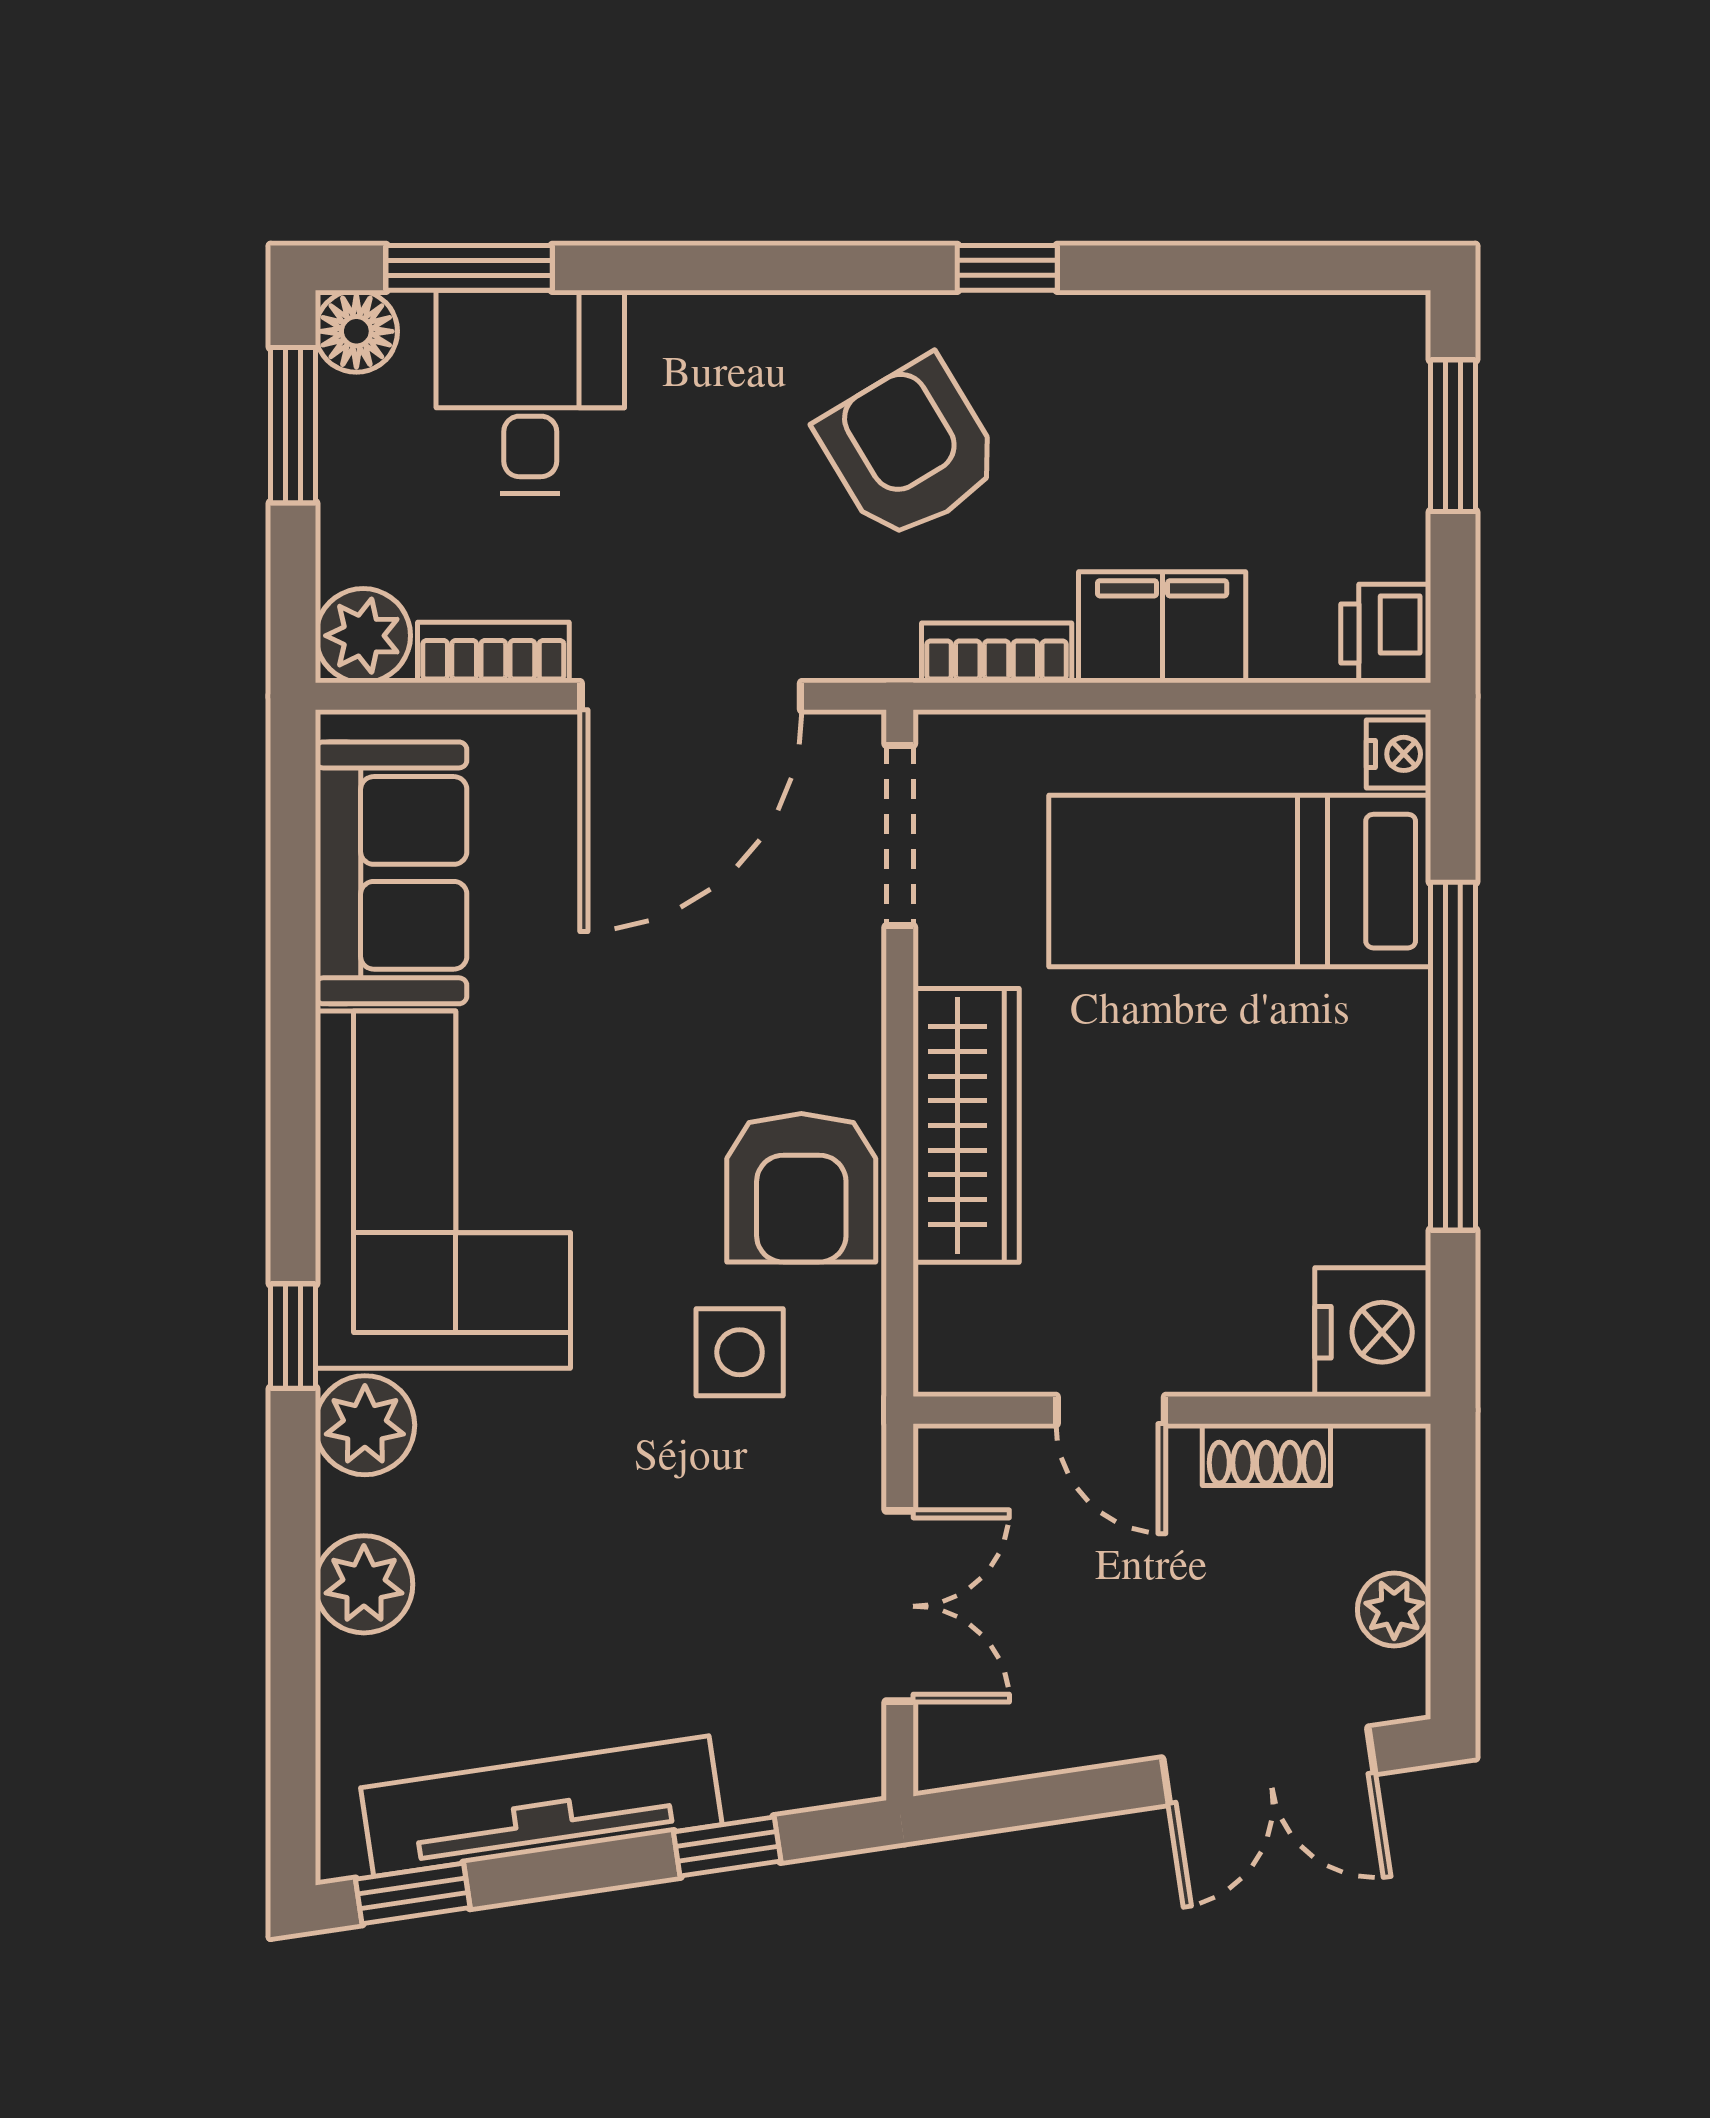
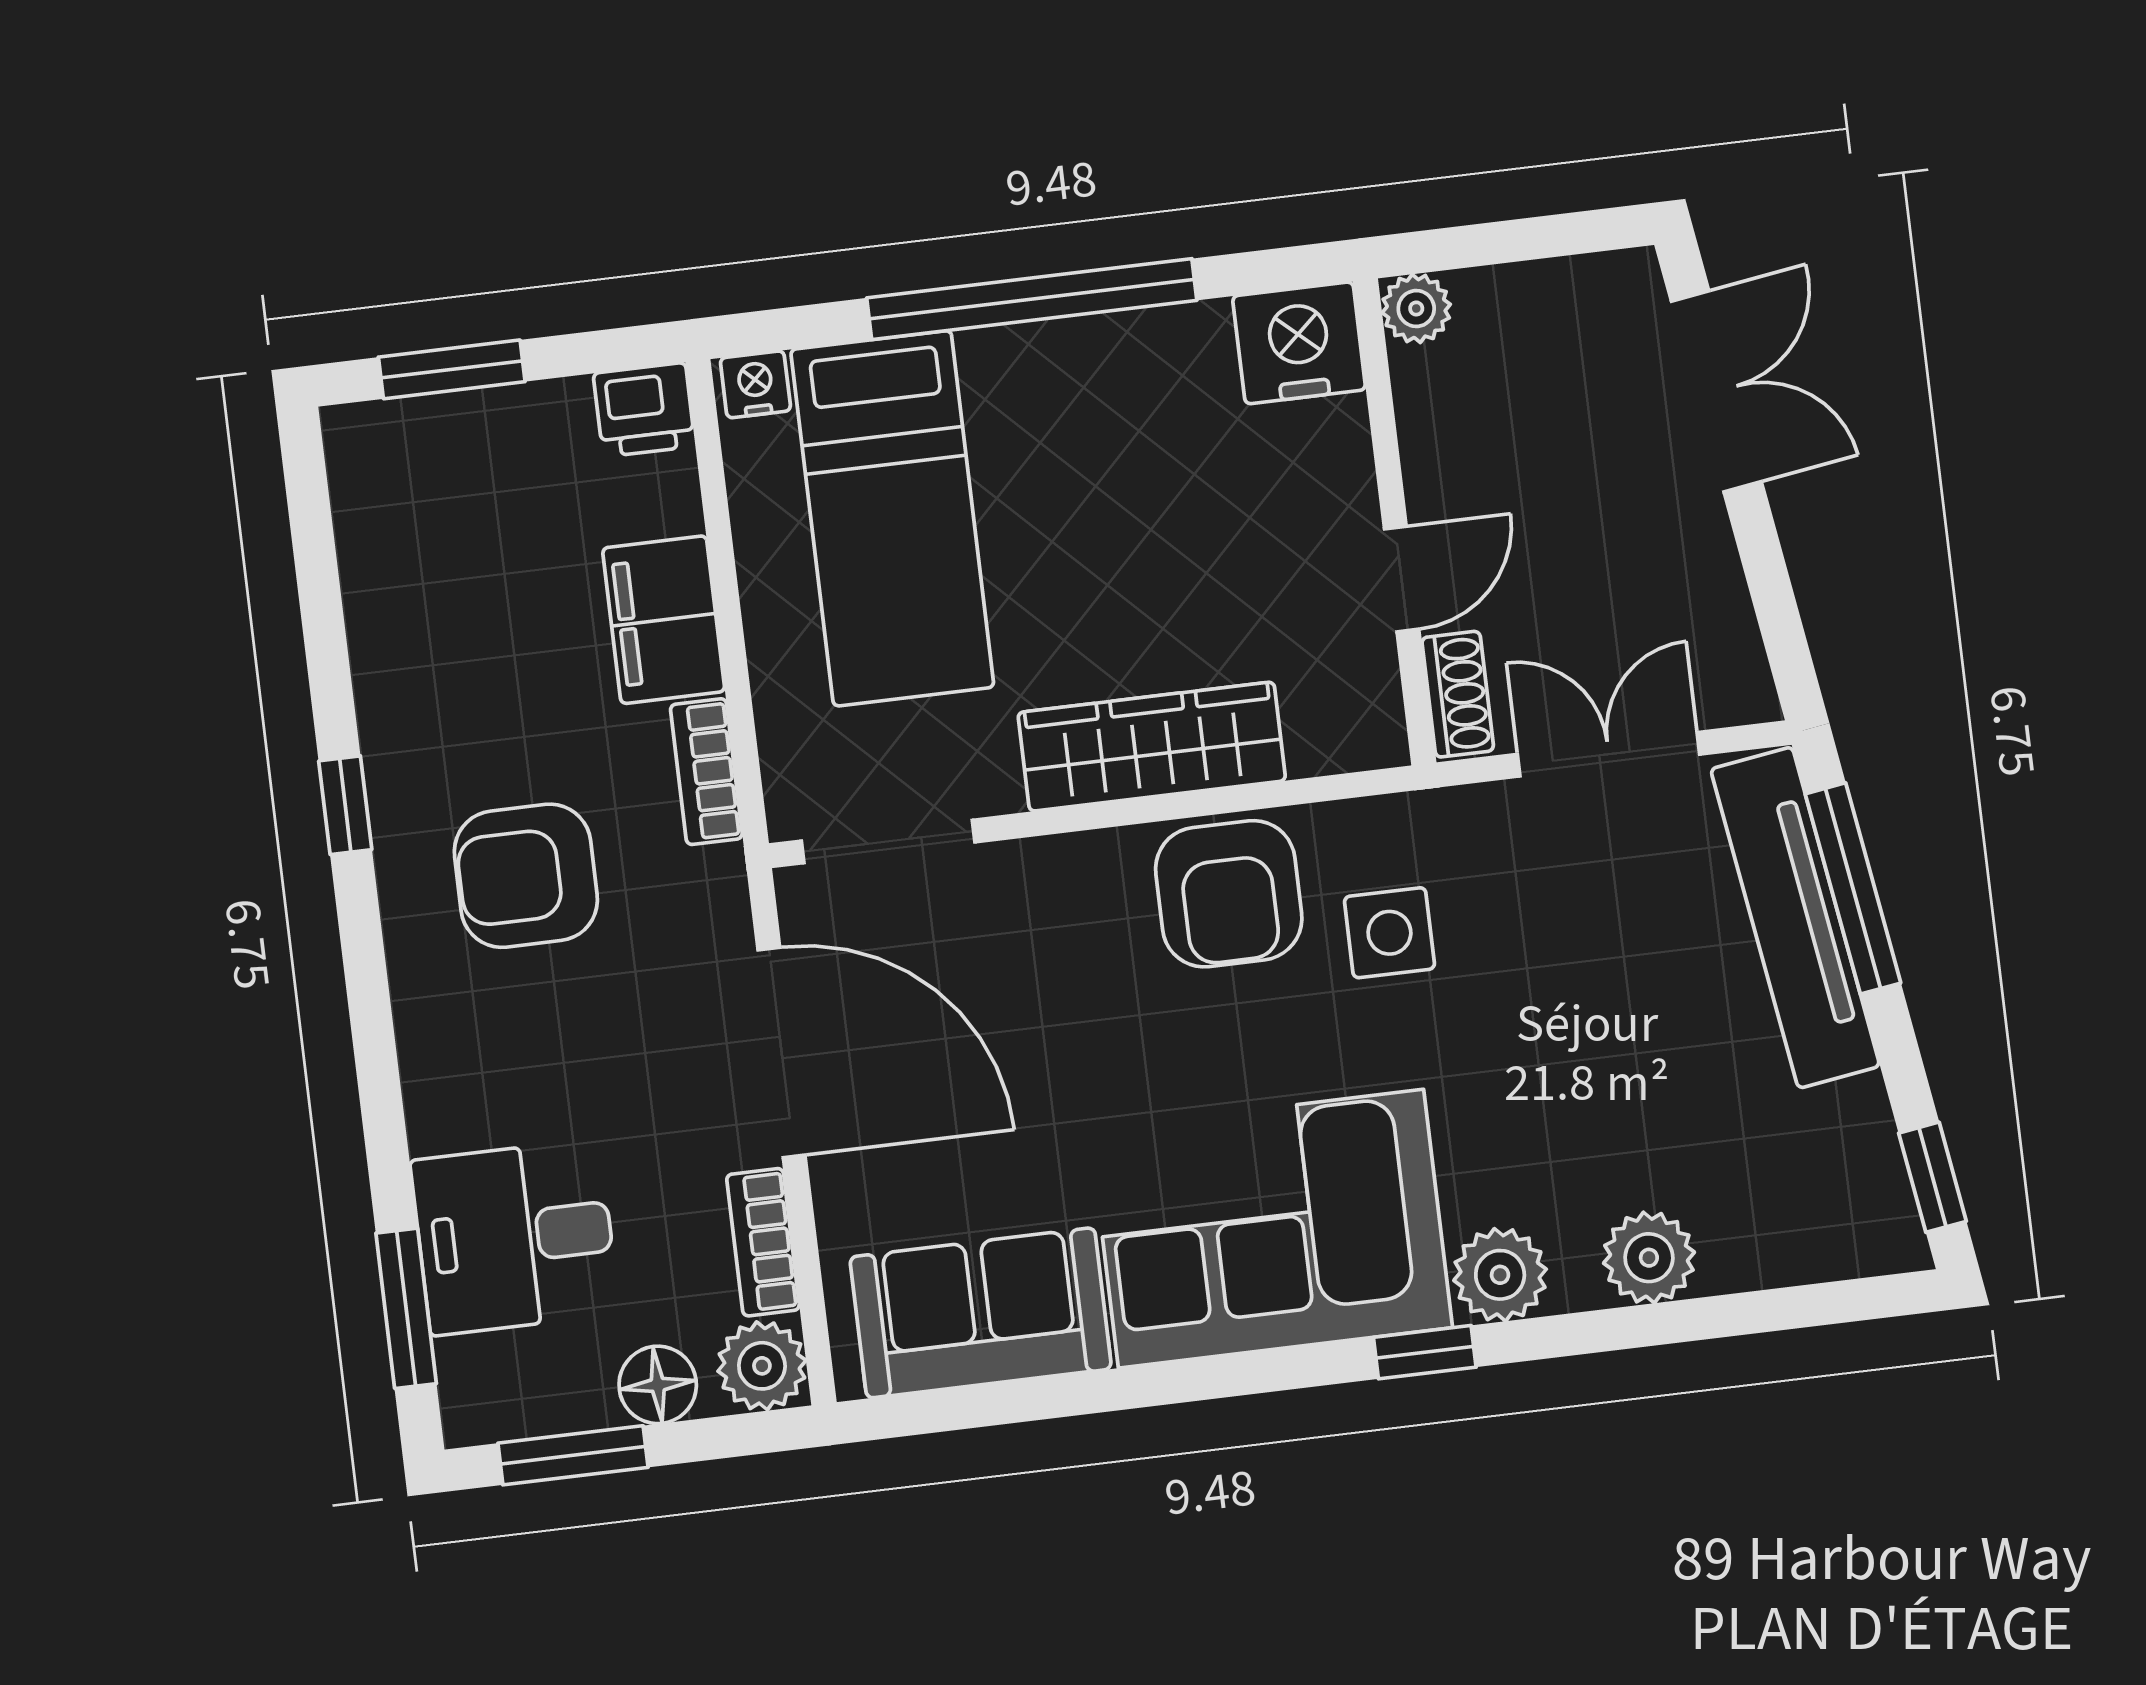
floor lamp: (356, 331) -> (658, 1385), moved
armchair: (910, 449) -> (526, 876), turned 31
armchair: (801, 1188) -> (1229, 894), turned 90
shoe rack: (1266, 1455) -> (1458, 694), moved
plant: (1394, 1610) -> (1416, 309), moved
tv unit: (541, 1806) -> (1795, 918), moved
window: (727, 1847) -> (1853, 888), width x2.17

